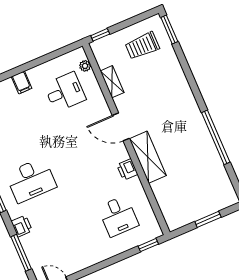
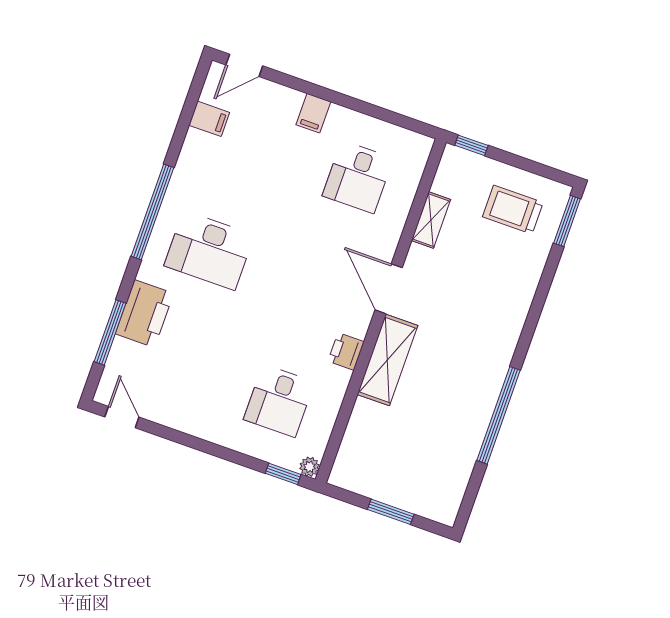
plant: (85, 66) -> (310, 467), moved
desk: (65, 92) -> (358, 177), turned 90
printer: (22, 226) -> (144, 314), width x1.87, depth x1.48

